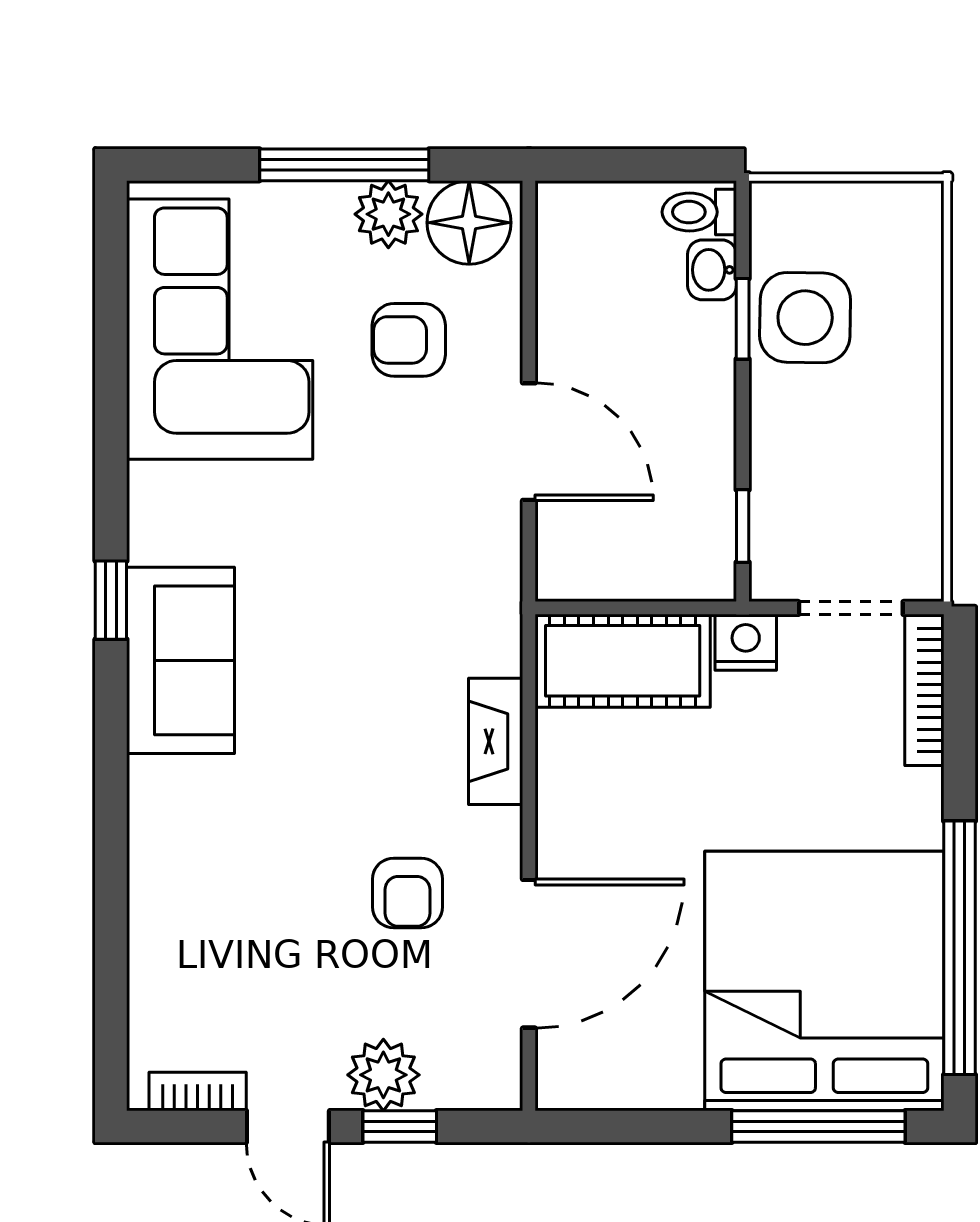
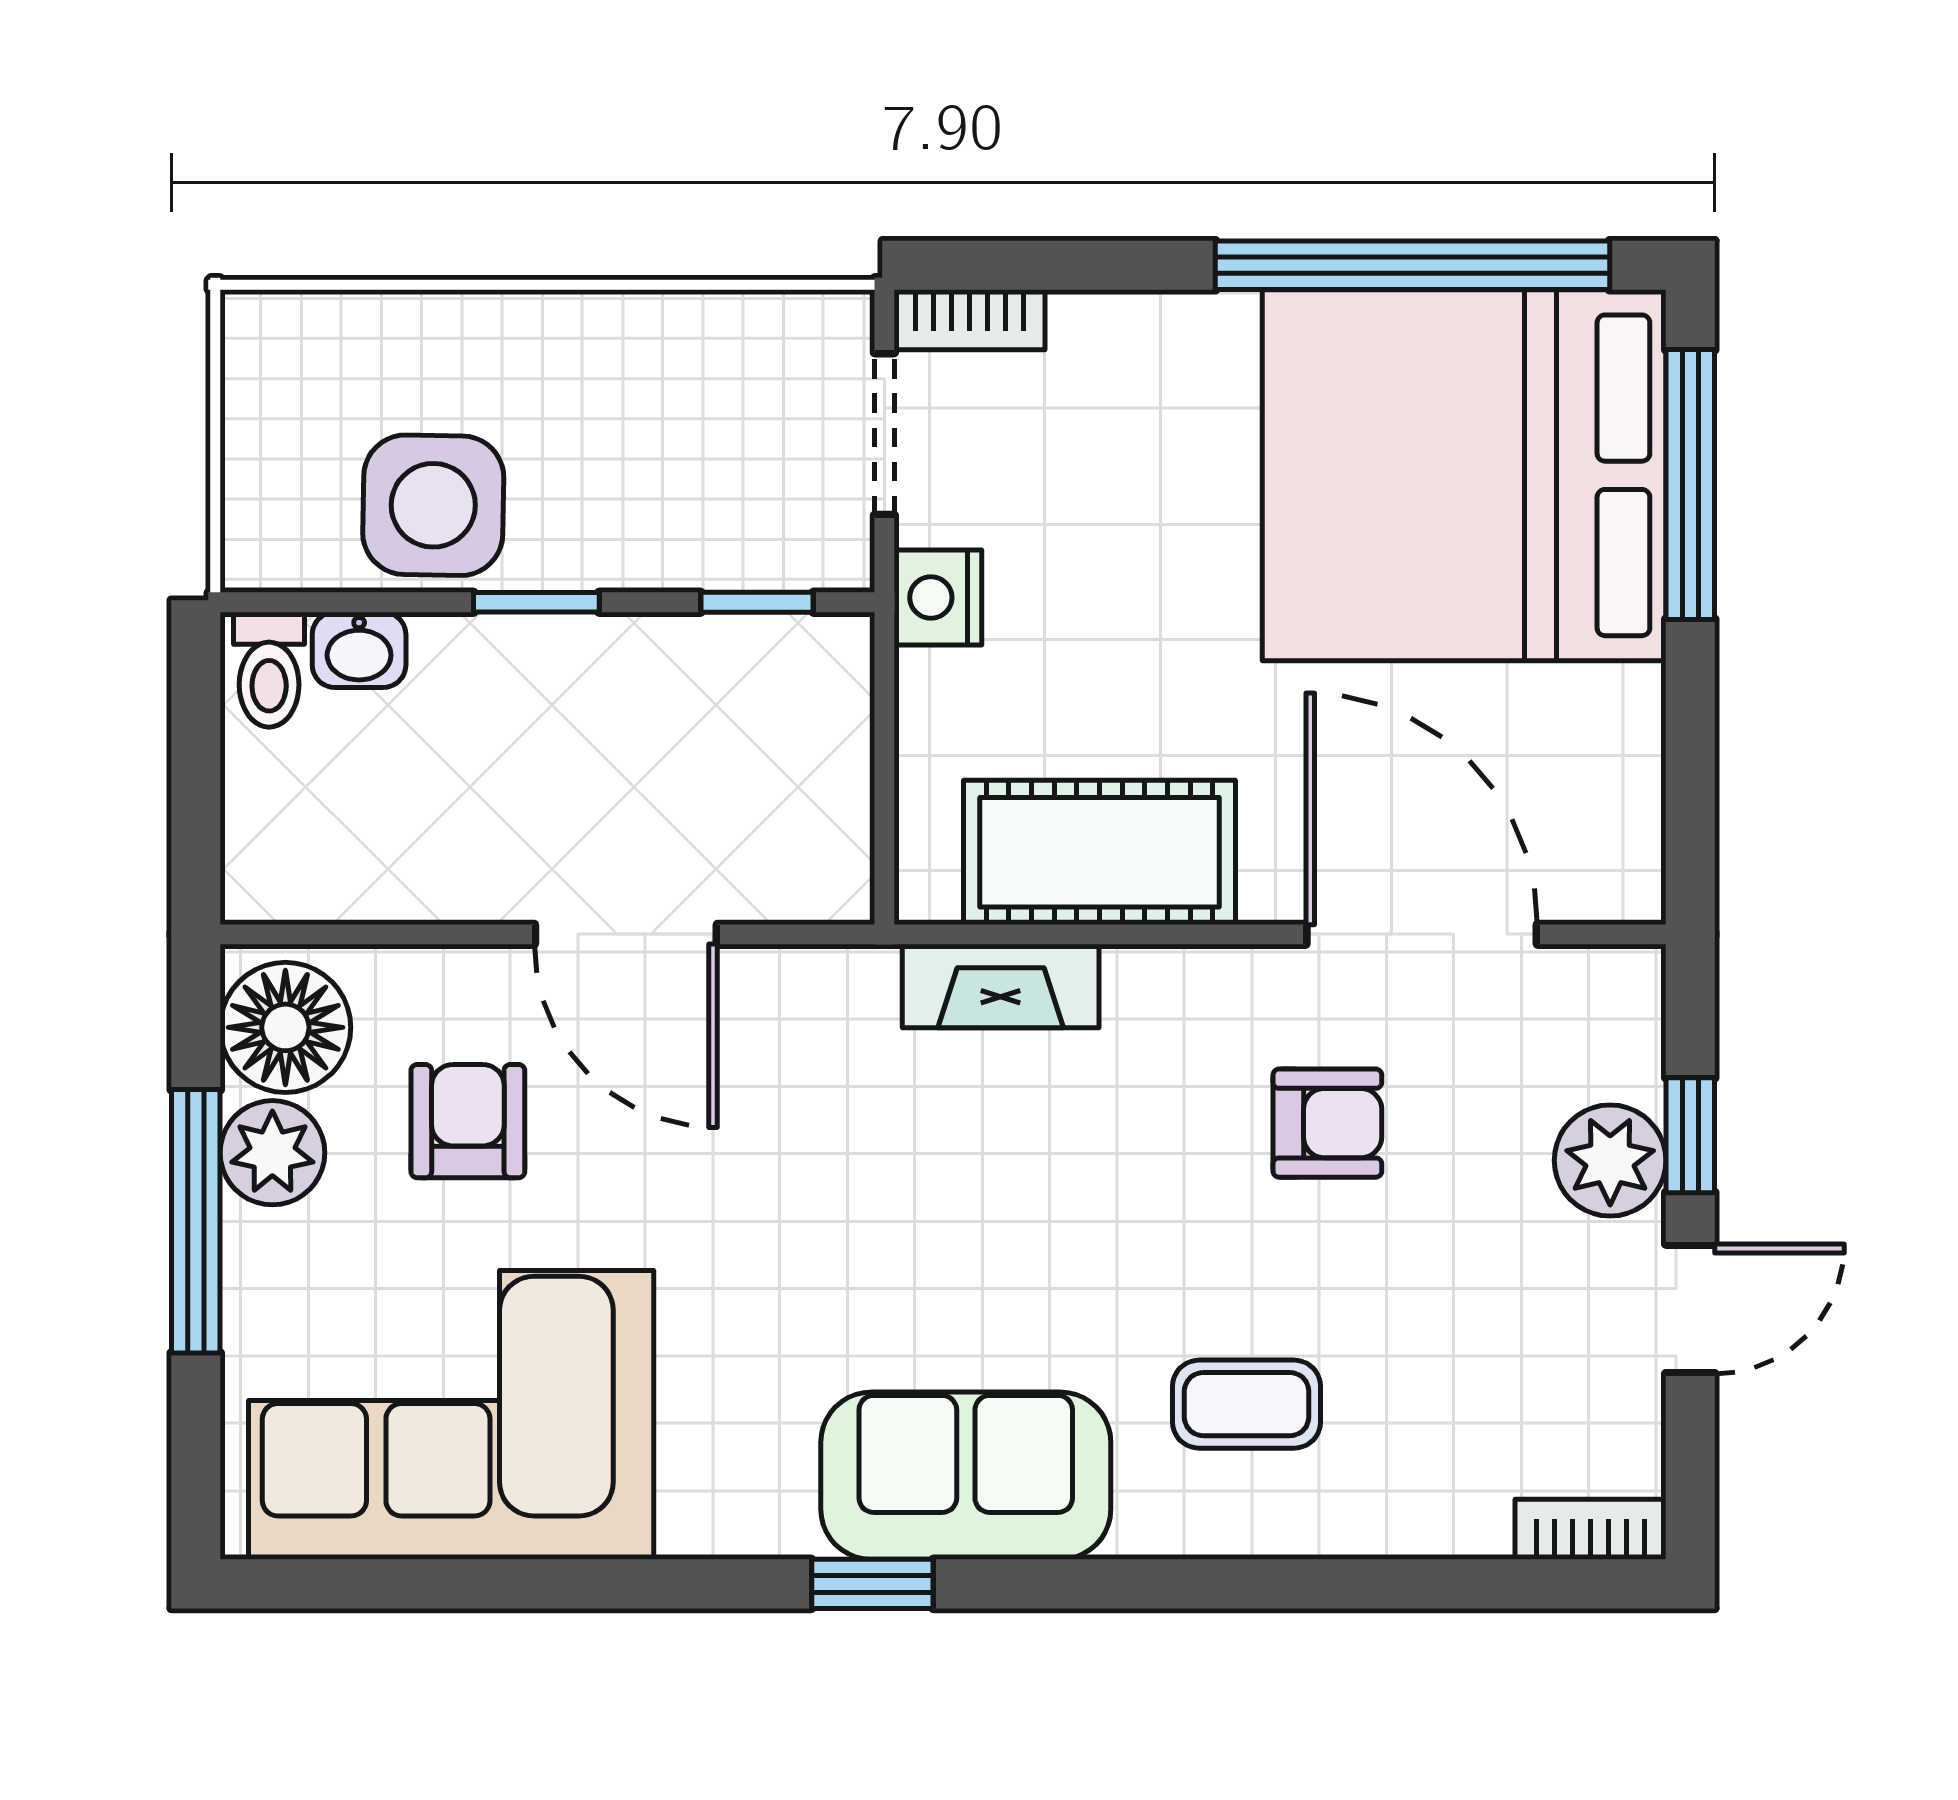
window: (743, 319) -> (536, 602), moved
armchair: (409, 340) -> (468, 1121), turned 180
door: (529, 442) -> (626, 934), swing flipped
cot: (623, 661) -> (1100, 852), moved, turned 90
bookcase: (924, 690) -> (969, 320), width x0.64
fireplace: (496, 741) -> (1001, 986), moved
coffee table: (227, 841) -> (1247, 1404), added
bookcase: (198, 1091) -> (1591, 1529), moved, turned 90

